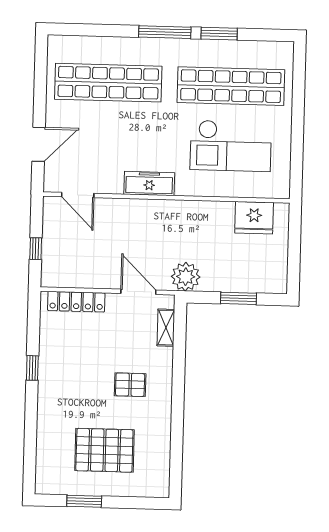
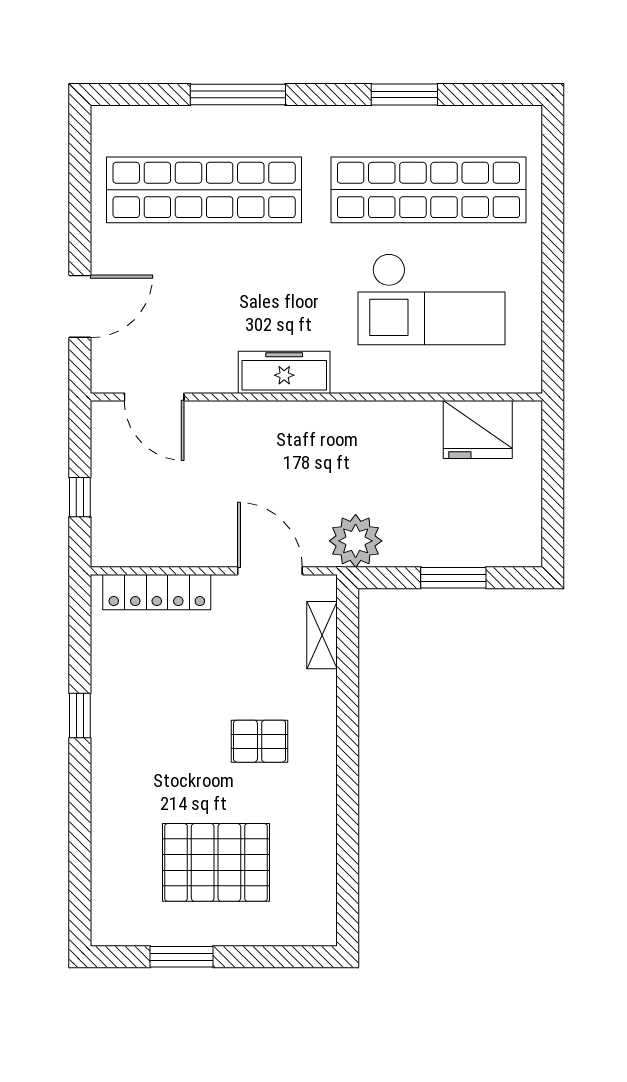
window: (165, 32) -> (238, 94), moved

